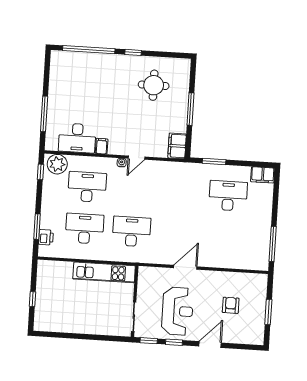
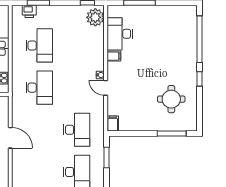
window: (190, 109) -> (172, 133), moved
filing cabinet: (177, 146) -> (113, 124), width x0.50
desk: (87, 187) -> (77, 130), moved

